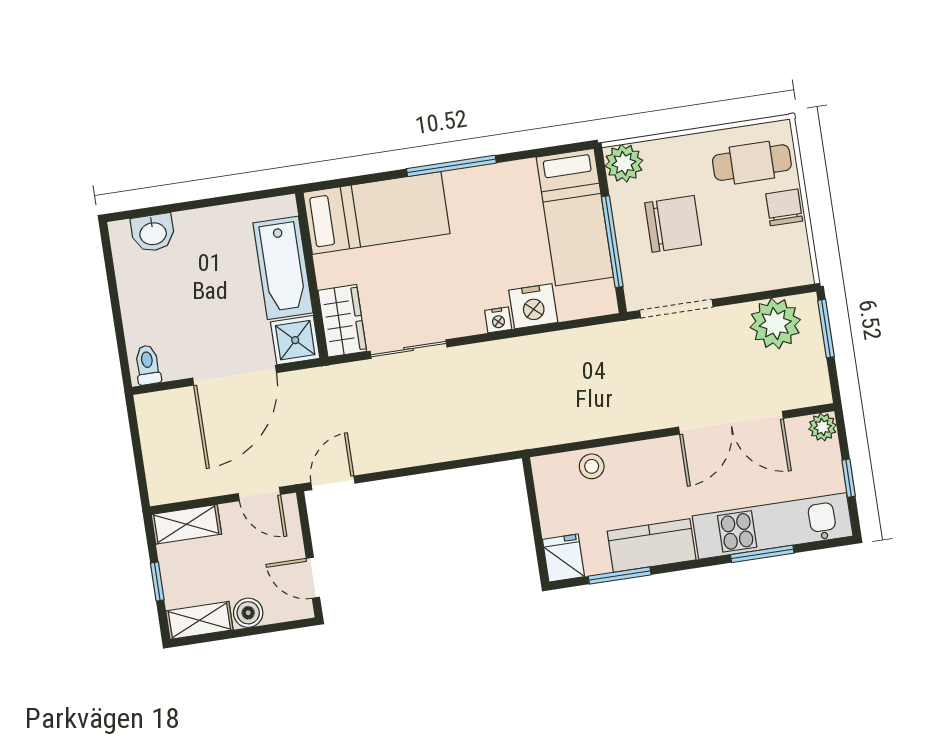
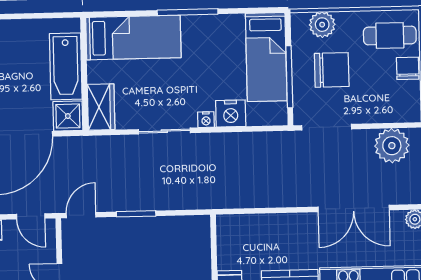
plant: (624, 163) -> (322, 25), moved
sliding door: (409, 349) -> (164, 131), moved
stool: (592, 466) -> (256, 226), removed
window: (413, 471) -> (136, 214), added

